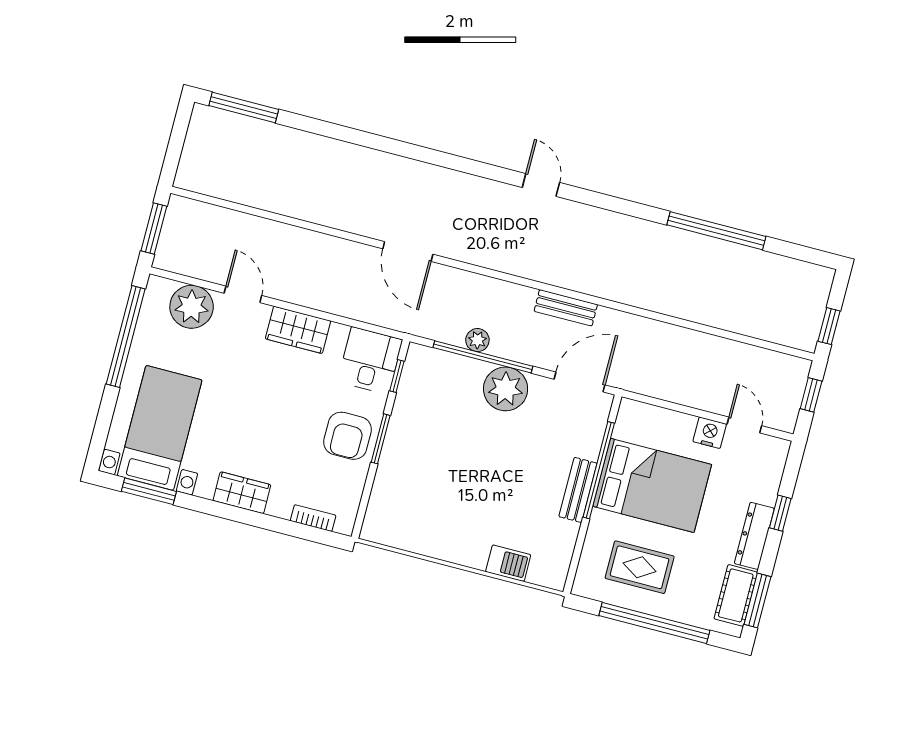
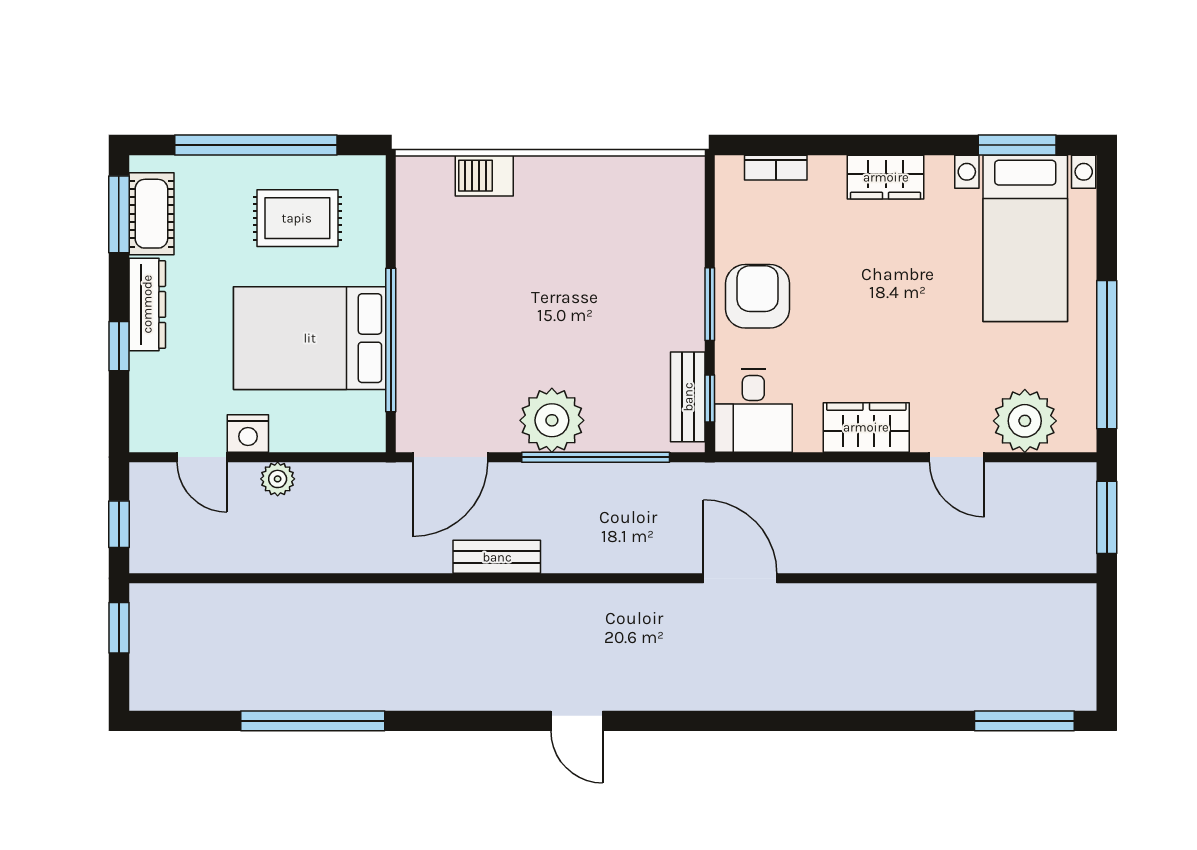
plant: (477, 340) -> (278, 479), moved
bench: (578, 490) -> (688, 397), moved

